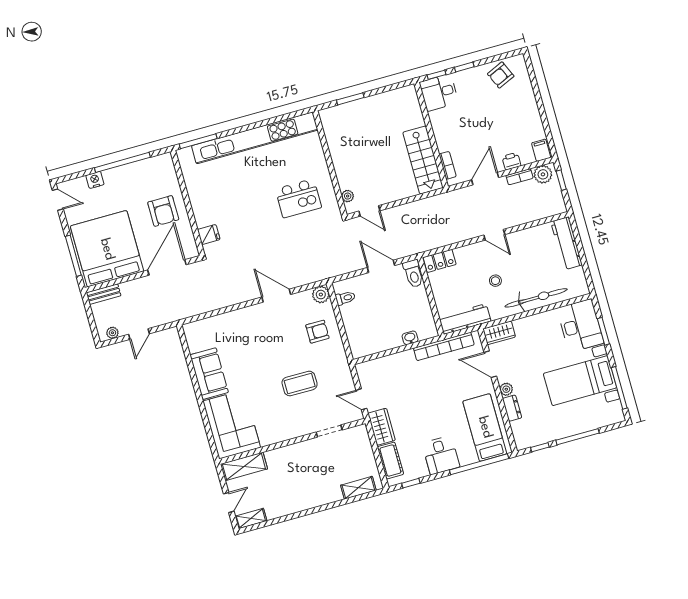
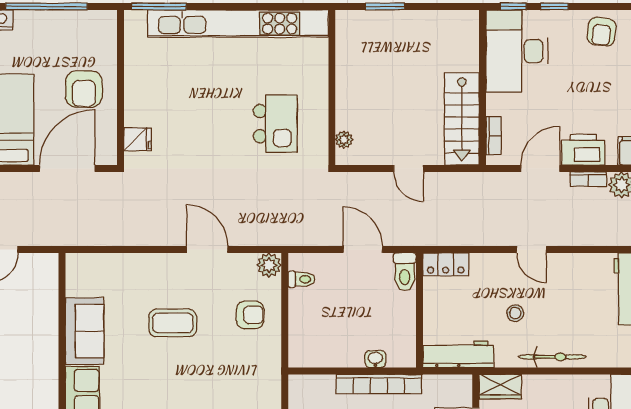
armchair: (501, 75) -> (602, 32), turned -59
desk: (439, 92) -> (517, 51), width x1.87, depth x1.30
printer: (511, 161) -> (583, 150), width x1.87, depth x1.48
kitchen island: (298, 198) -> (275, 124), turned -90
door: (369, 211) -> (409, 168), moved
bicycle: (536, 298) -> (552, 357), width x0.73, depth x0.71
bookcase: (444, 346) -> (379, 384), moved
coffee table: (300, 383) -> (173, 323), moved

